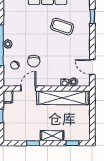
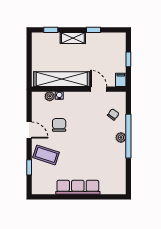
coffee table: (62, 27) -> (46, 155), moved
chair: (34, 61) -> (59, 125), moved
door: (92, 67) -> (29, 130), moved
door: (28, 89) -> (99, 89), swing flipped

